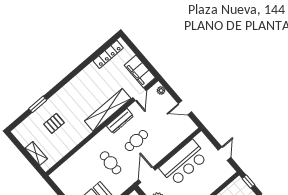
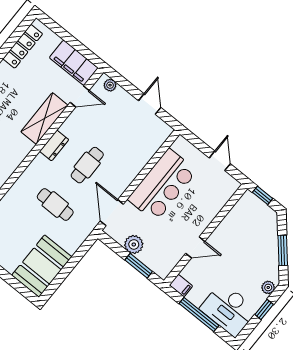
door: (140, 94) -> (80, 96), hinge flipped
door: (185, 108) -> (150, 104), swing flipped
shelving: (108, 110) -> (44, 118), width x0.68
dresser: (120, 121) -> (54, 145), width x0.70

